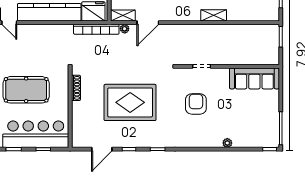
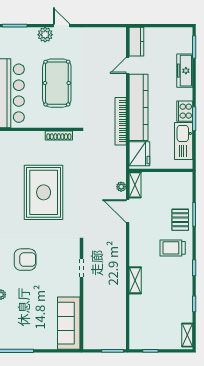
bookcase: (96, 29) -> (121, 121), moved
armchair: (196, 104) -> (25, 260), moved

